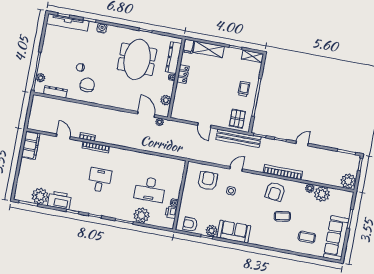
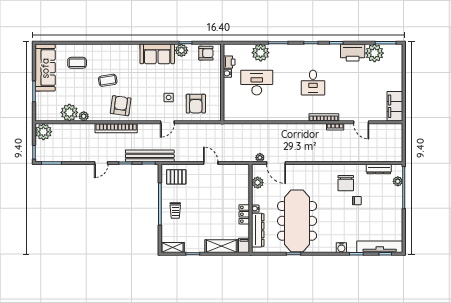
meeting table: (137, 59) -> (297, 221), width x1.36
pallet: (237, 119) -> (176, 177), turned 90
bench: (238, 138) -> (150, 156), moved

